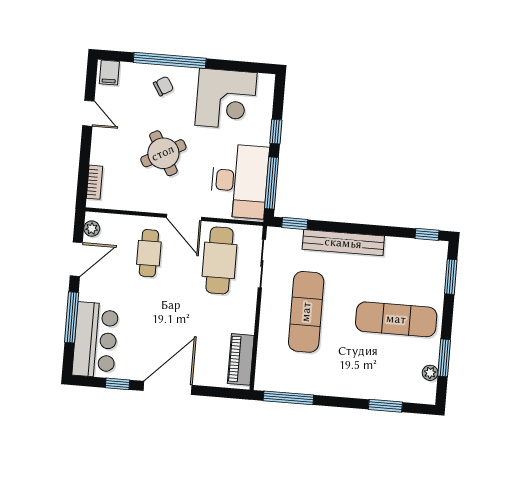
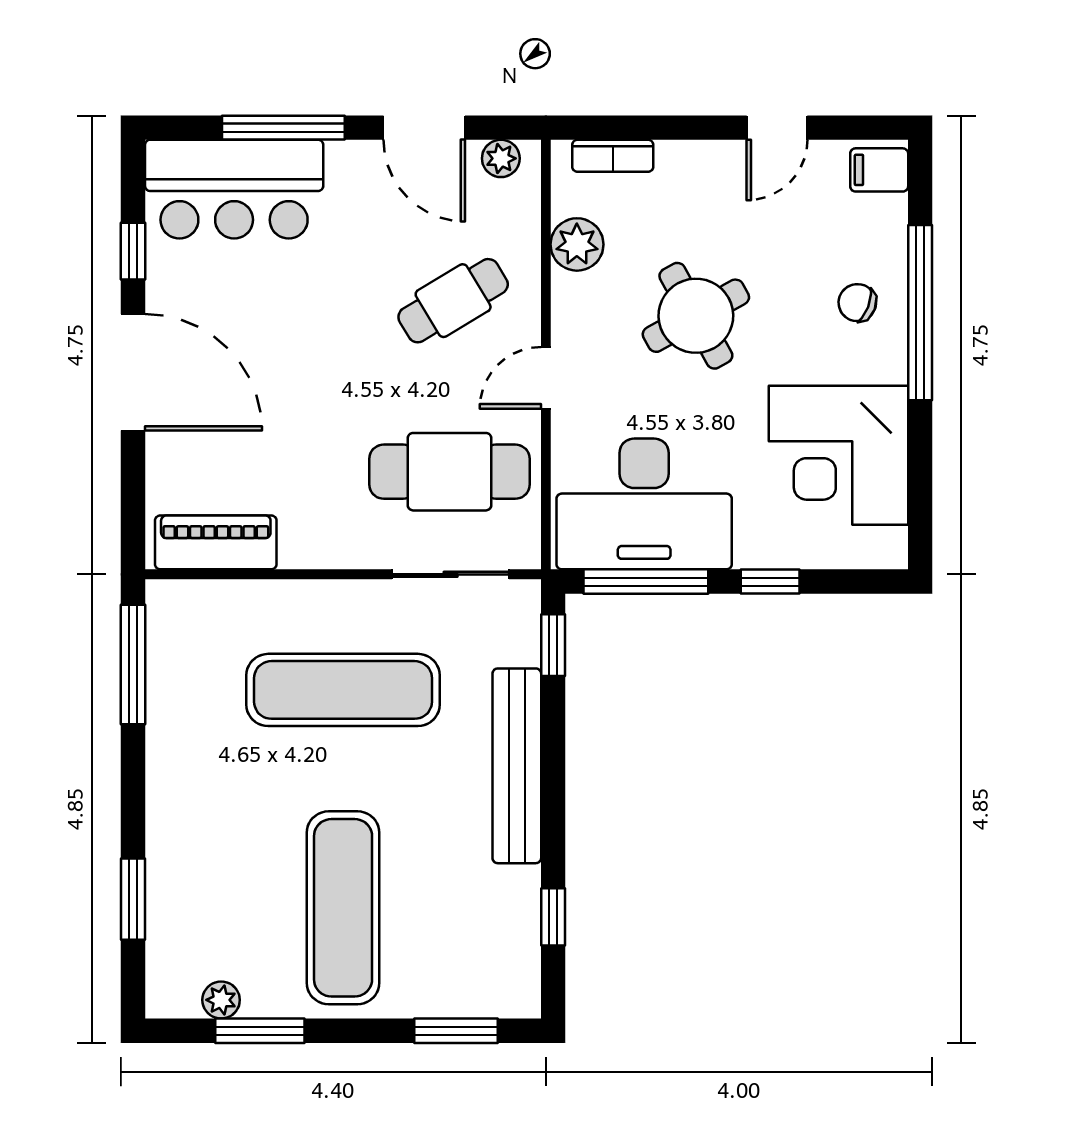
chair: (163, 86) -> (857, 303), turned 143
plant: (130, 200) -> (577, 244), added
door: (184, 217) -> (546, 378), width x0.73
window: (427, 234) -> (553, 917), moved
cafe table: (149, 253) -> (453, 301), turned -31

